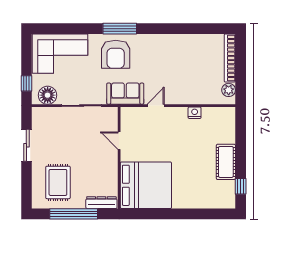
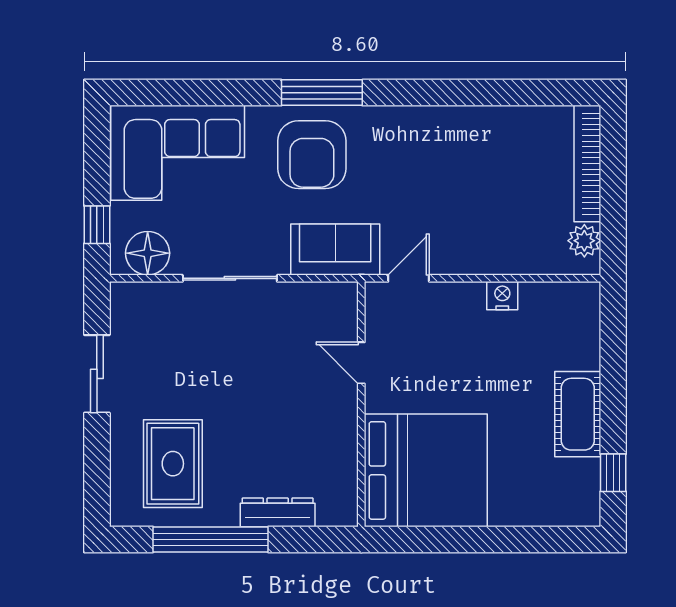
door: (119, 141) -> (361, 363), moved
wall: (119, 158) -> (361, 404), moved
bed: (146, 185) -> (426, 470), moved

